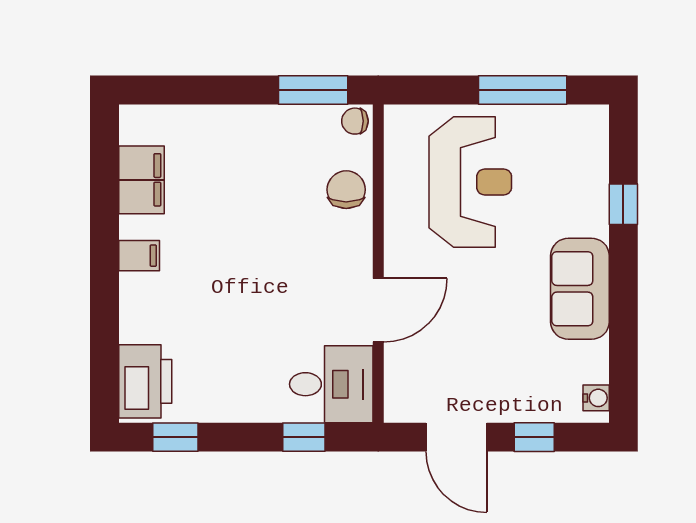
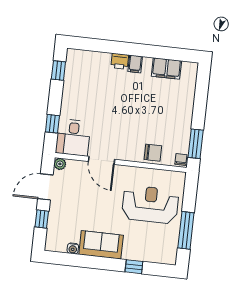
reception desk: (470, 182) -> (150, 204), turned 180
printer: (145, 381) -> (120, 61), moved, width x0.53, depth x0.68
water cooler: (596, 398) -> (73, 248), moved
plant: (398, 409) -> (60, 164), added

